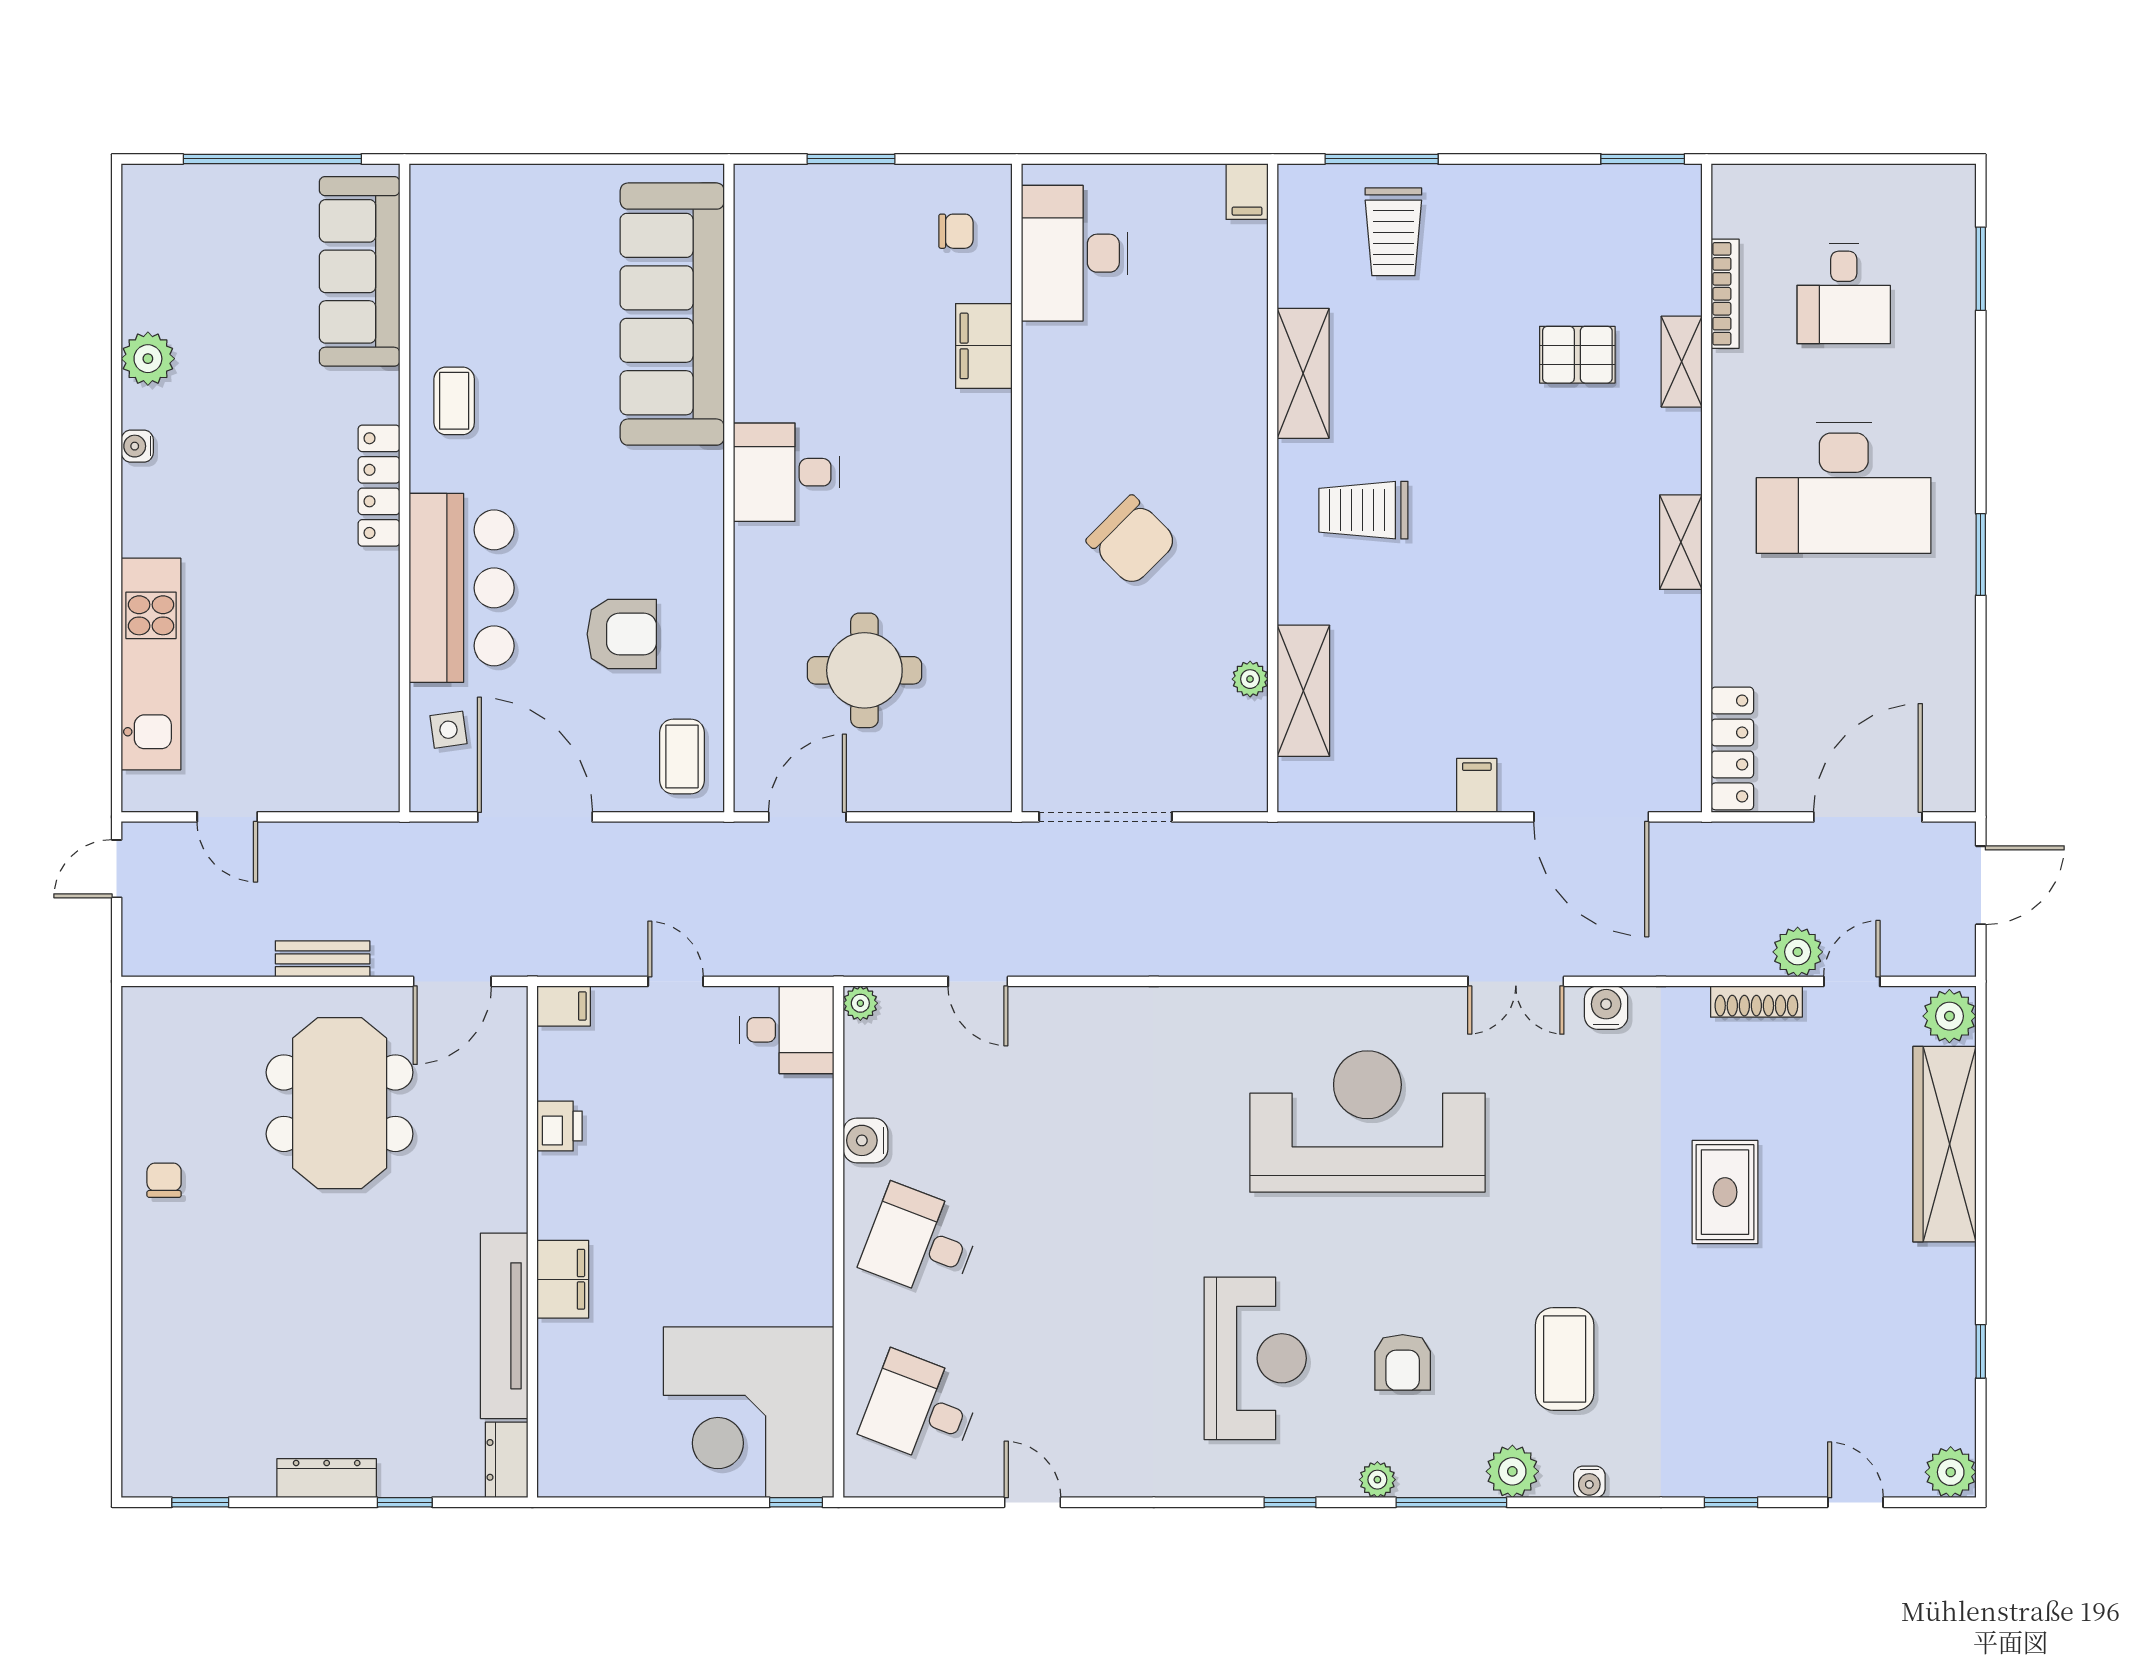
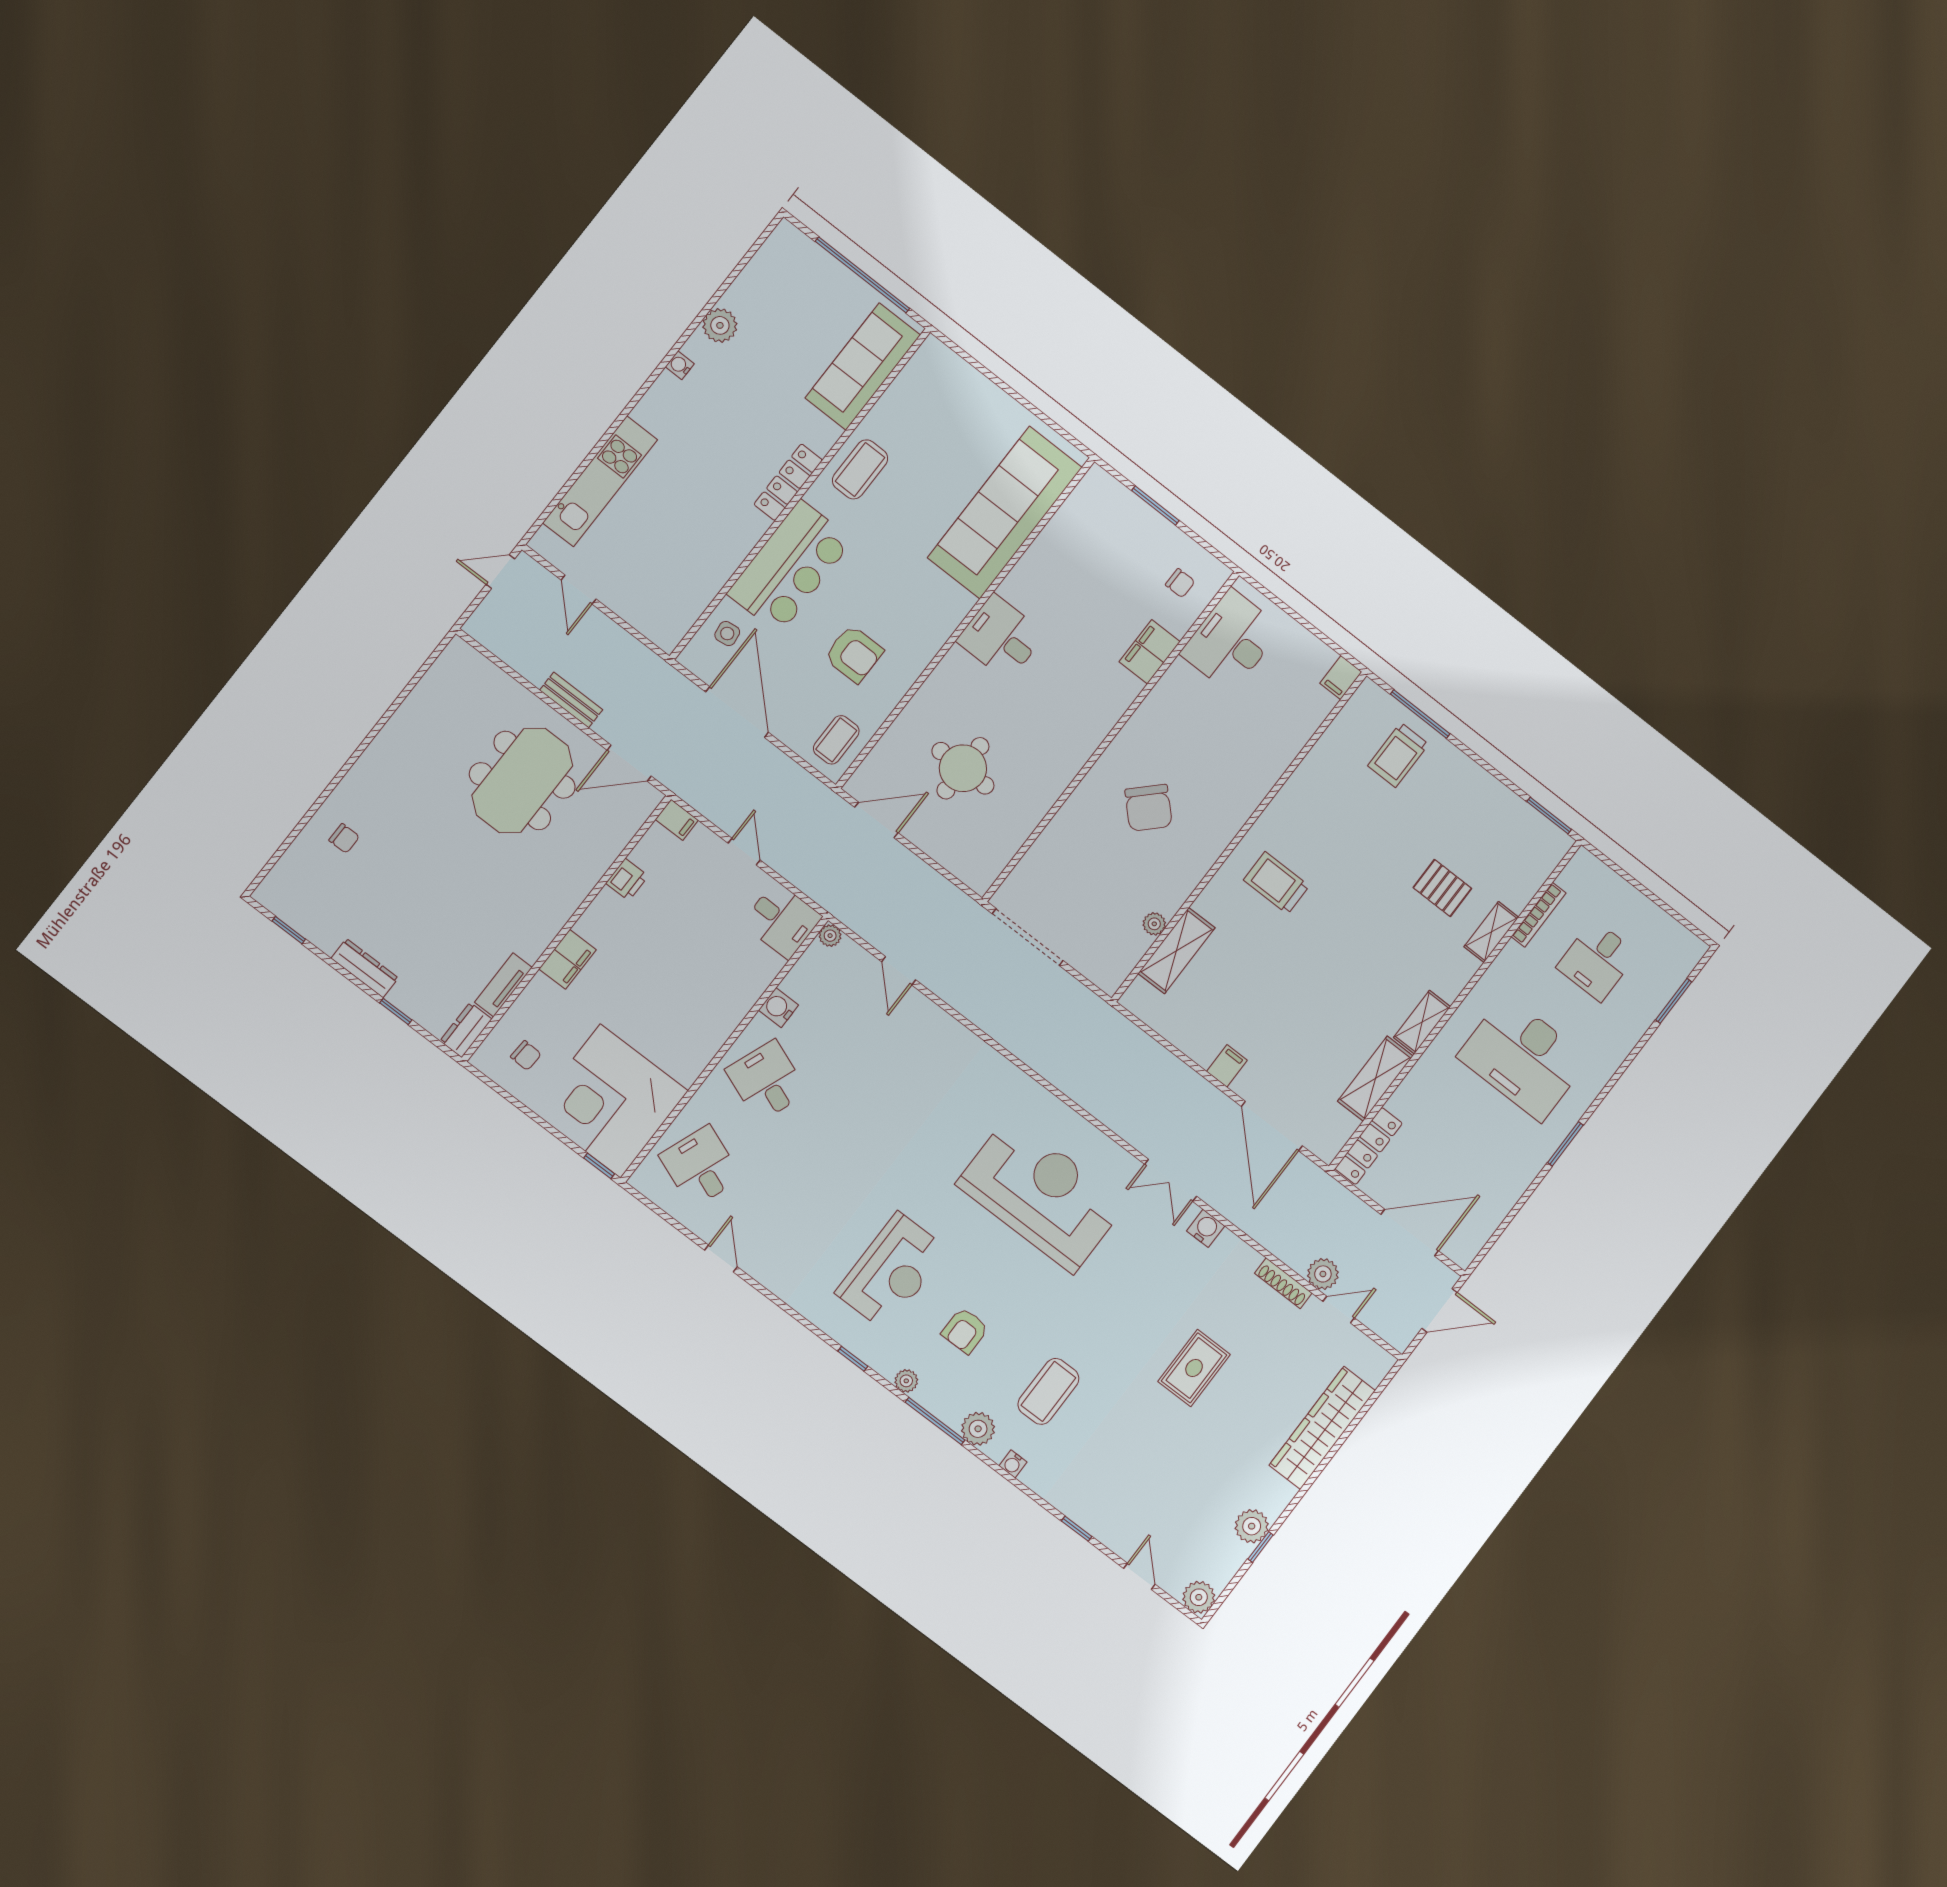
shelving: (1303, 373) -> (1375, 1079), moved
coffee table: (454, 401) -> (860, 469), width x1.36, depth x1.30
plant: (1949, 1016) -> (1252, 1526), moved
chair: (164, 1180) -> (344, 838), moved, turned 90
tv unit: (504, 1326) -> (503, 985), width x0.52, depth x0.78
chair: (603, 1435) -> (526, 1056), added

